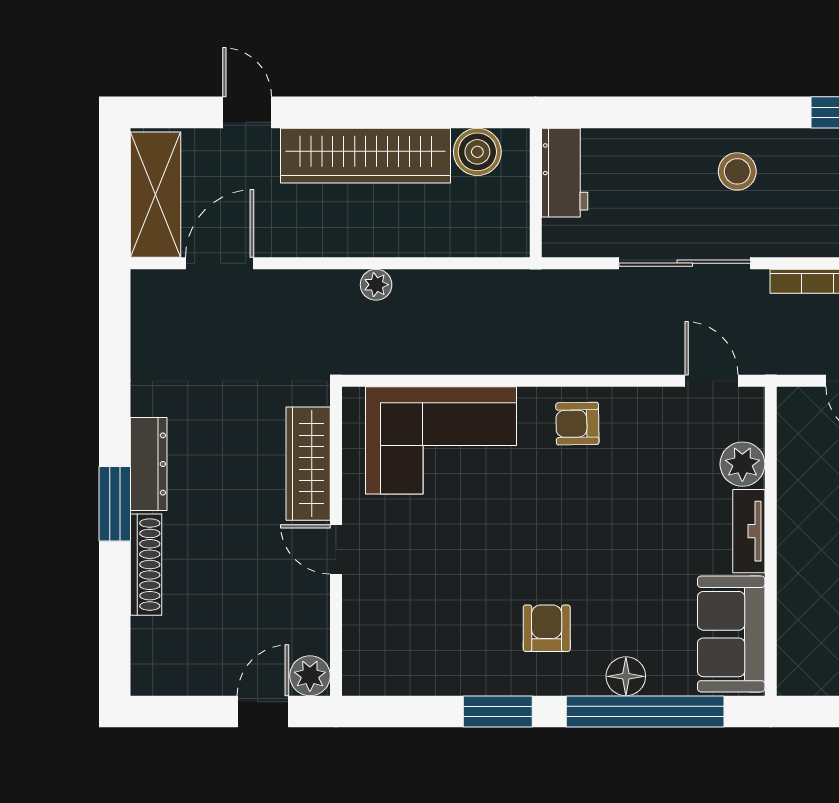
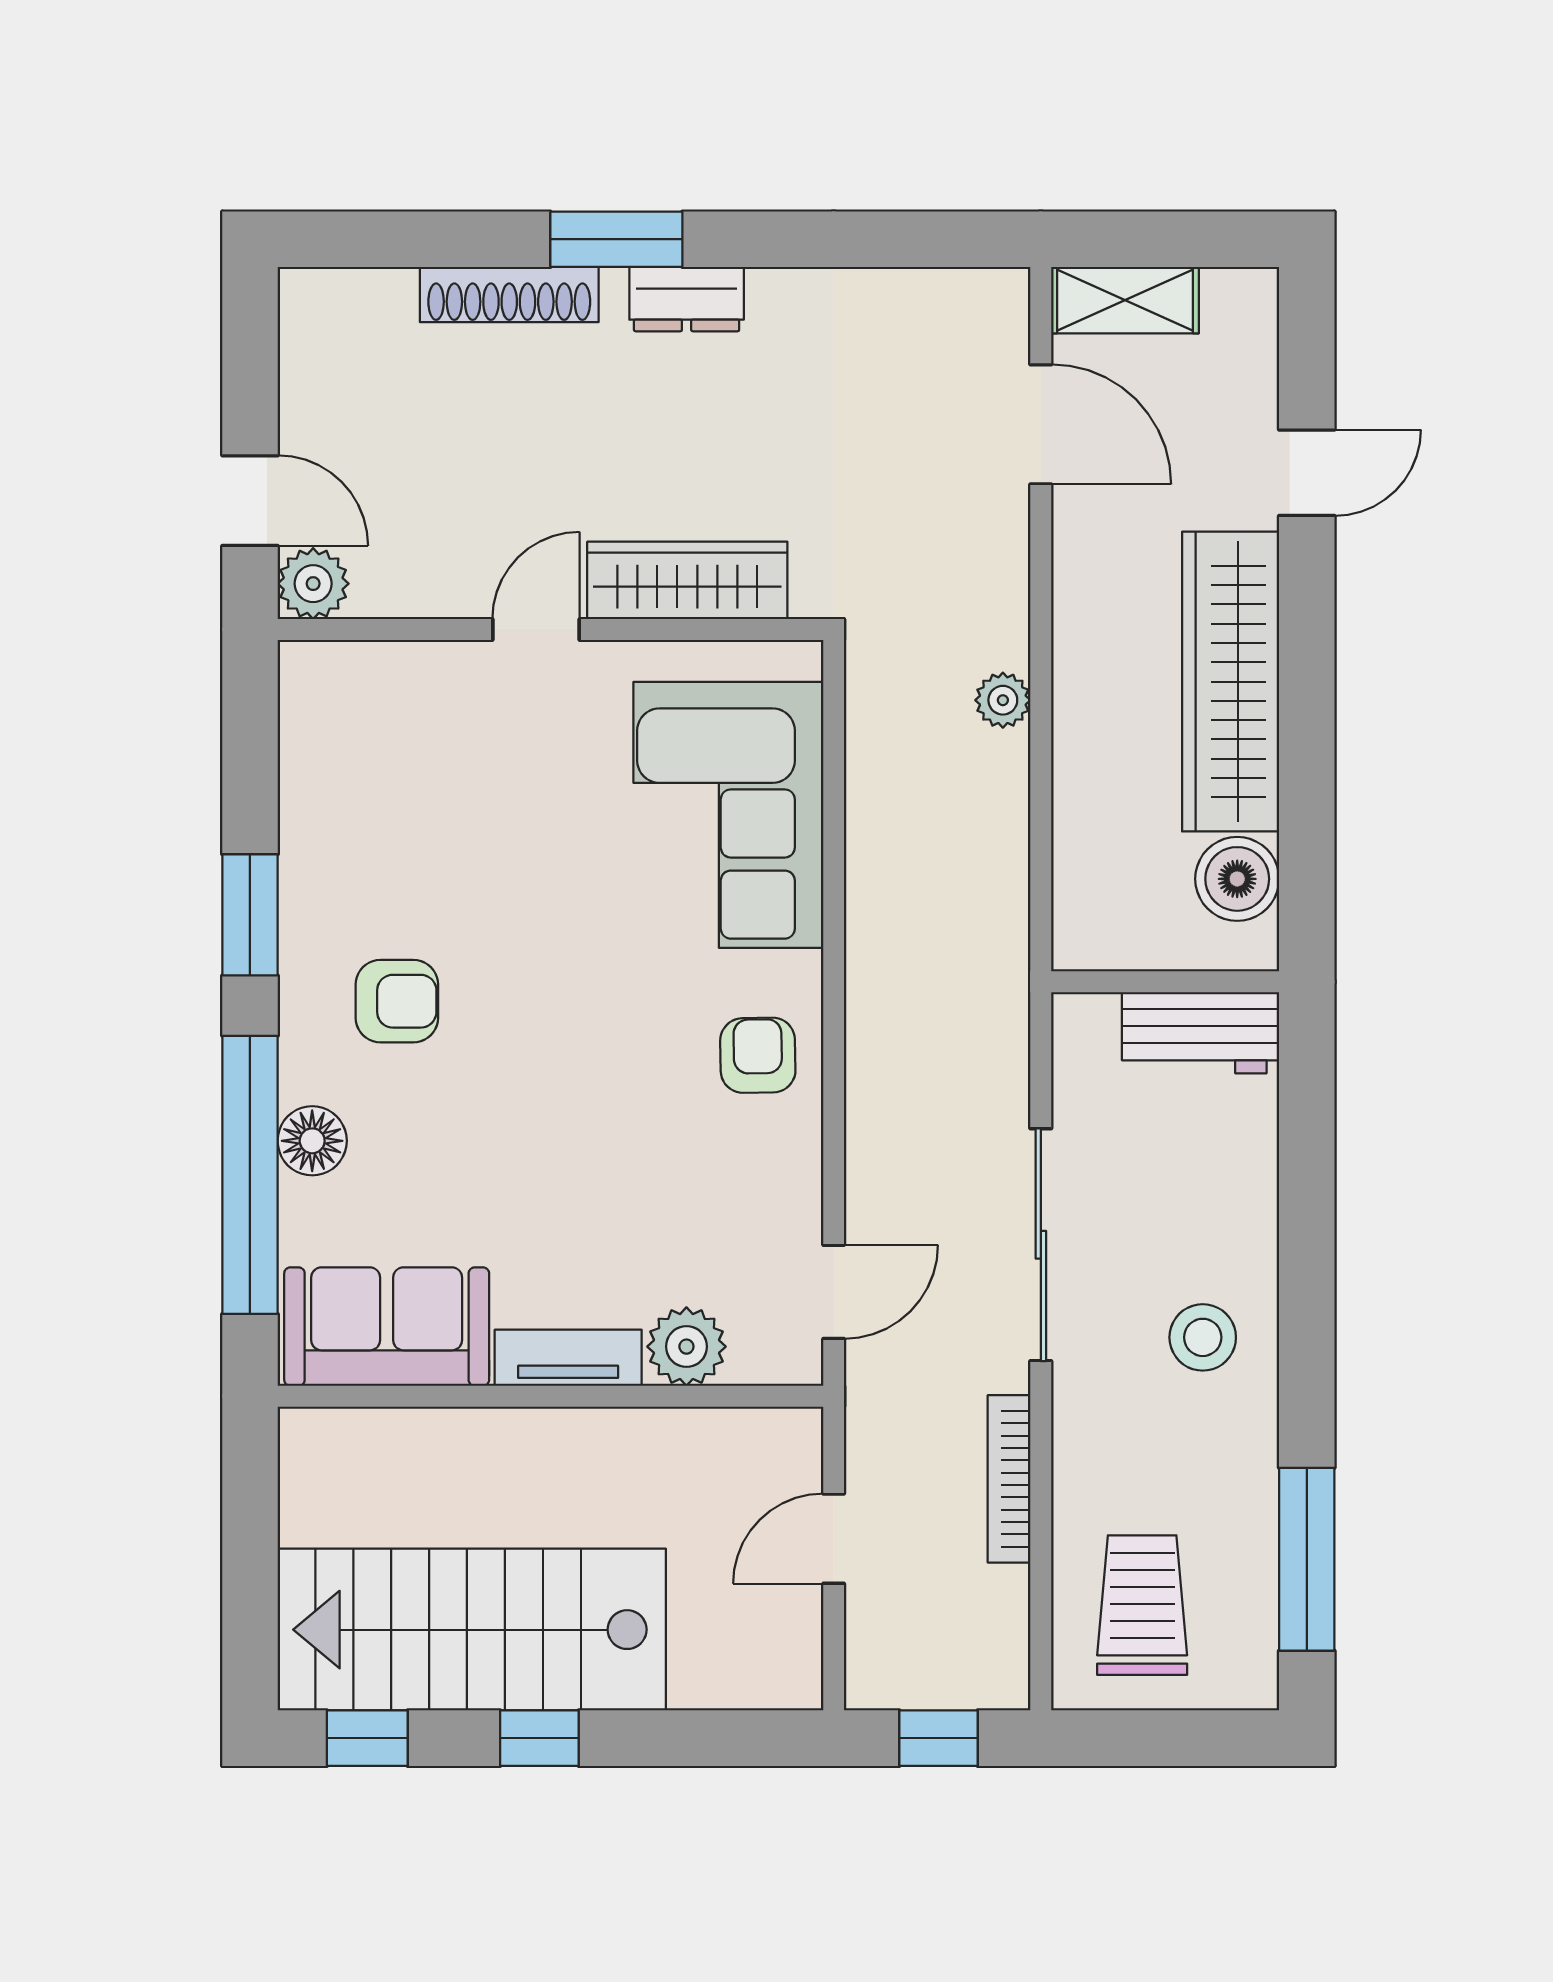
shelving: (156, 195) -> (1125, 300), width x0.67, depth x0.75
dresser: (149, 464) -> (687, 299), width x0.70

